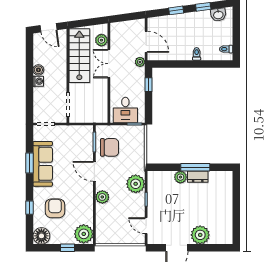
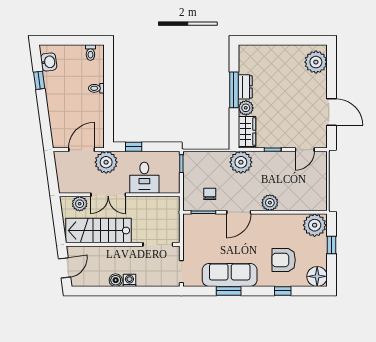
window: (176, 10) -> (44, 113), removed
plant: (140, 62) -> (106, 162), width x1.88, depth x1.88
desk: (125, 110) -> (144, 178), moved, turned 90
chair: (110, 147) -> (210, 194), width x0.54, depth x0.54
wardrobe: (161, 178) -> (247, 132), added
plant: (136, 184) -> (241, 162), moved
plant: (200, 235) -> (316, 62), moved

